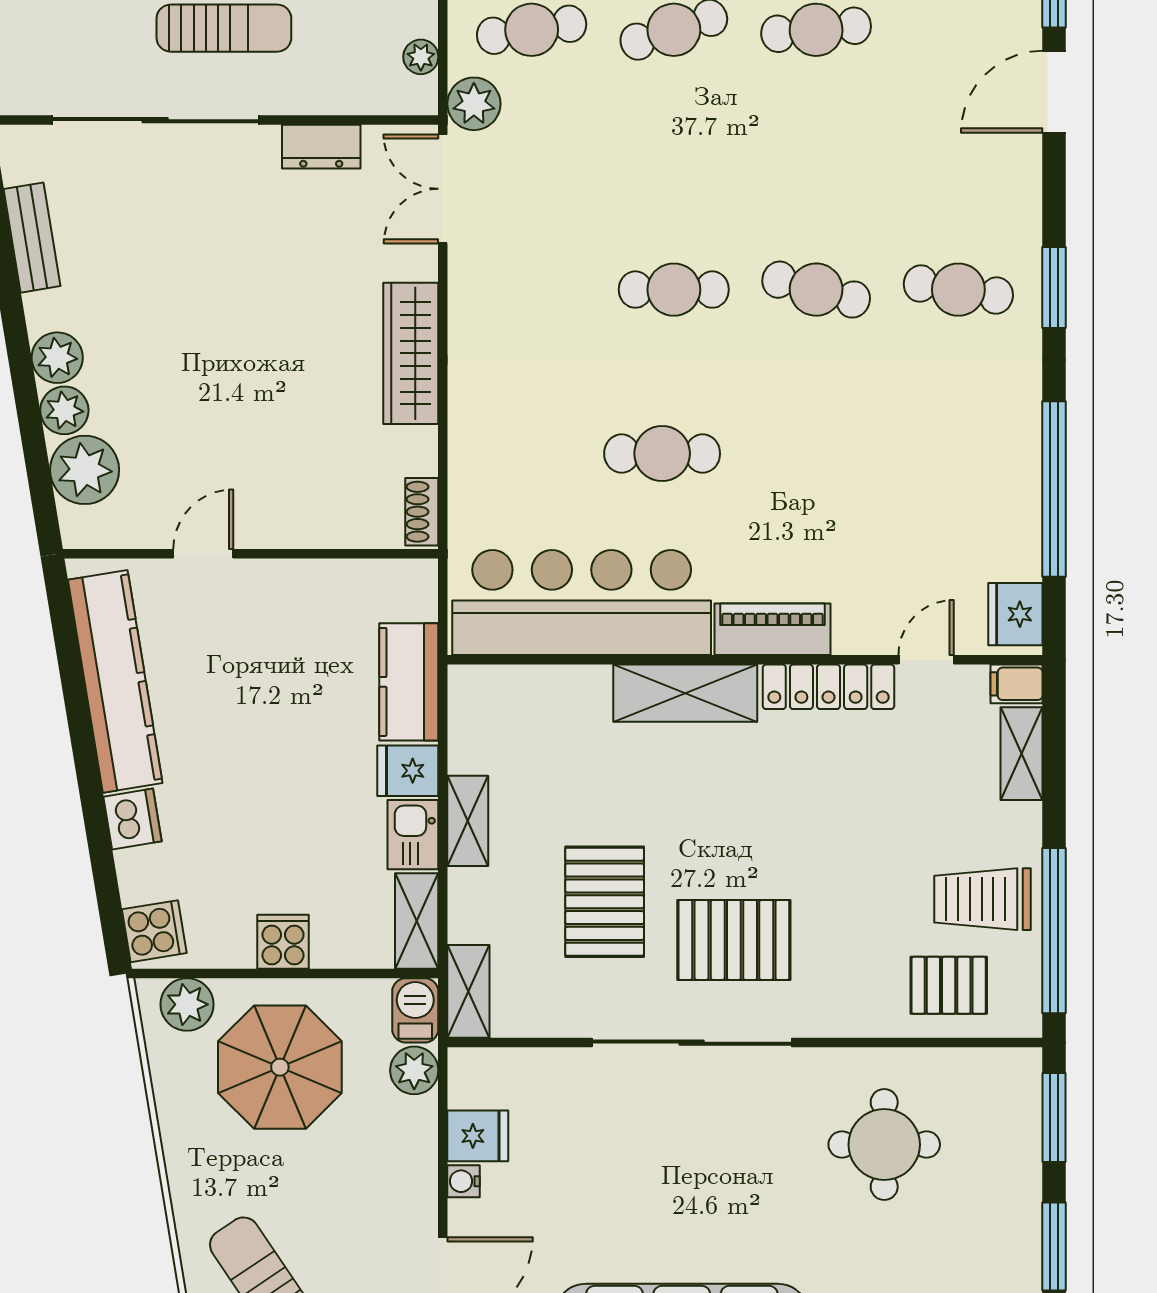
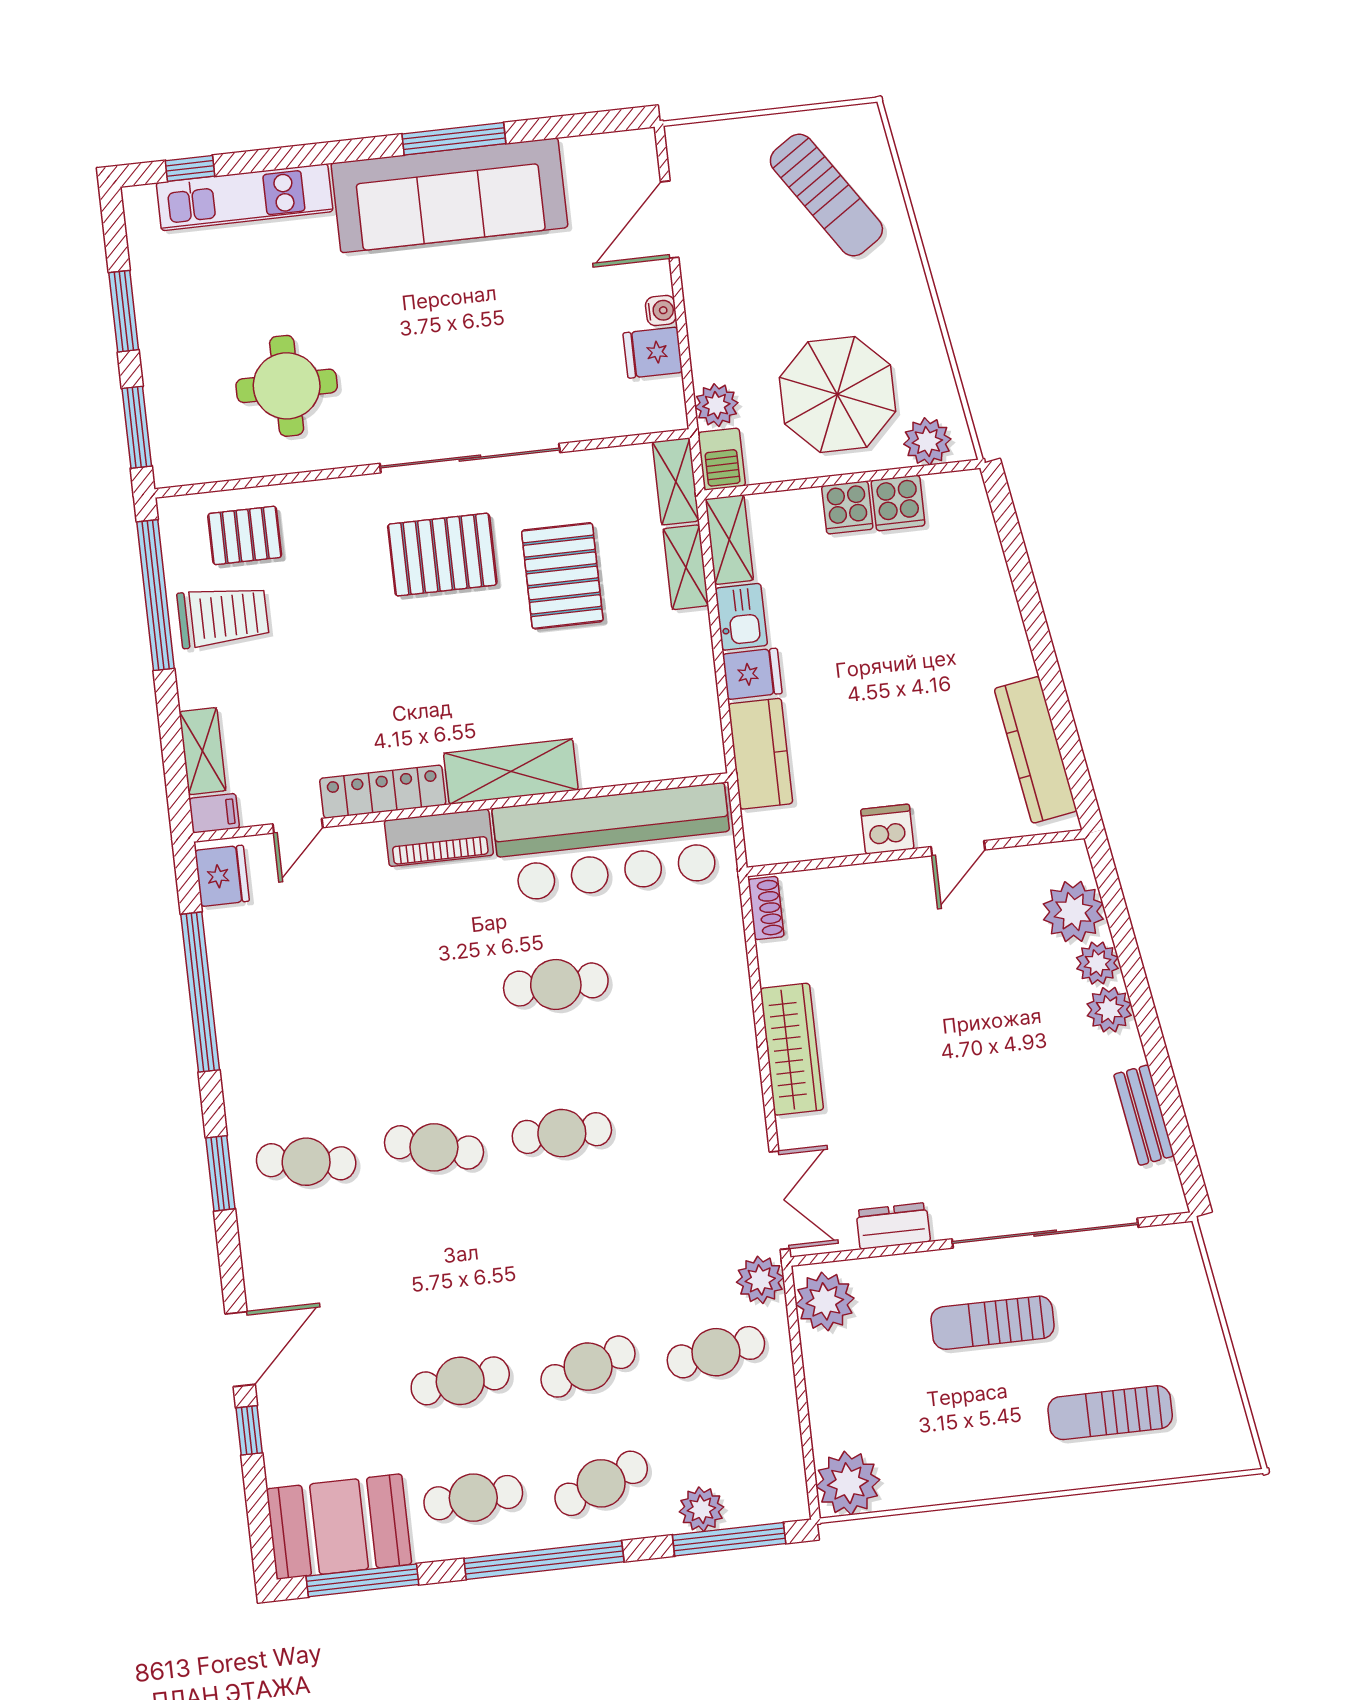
plant: (421, 57) -> (825, 1301), width x1.87, depth x1.87
kitchen counter: (115, 681) -> (1036, 750), width x0.72, depth x0.86
dishwasher: (133, 819) -> (887, 829), moved, turned 99
shelving: (468, 821) -> (686, 567), moved
cooker: (154, 931) -> (898, 503), moved, turned -81

